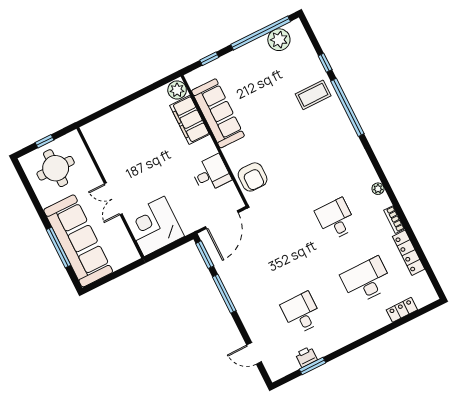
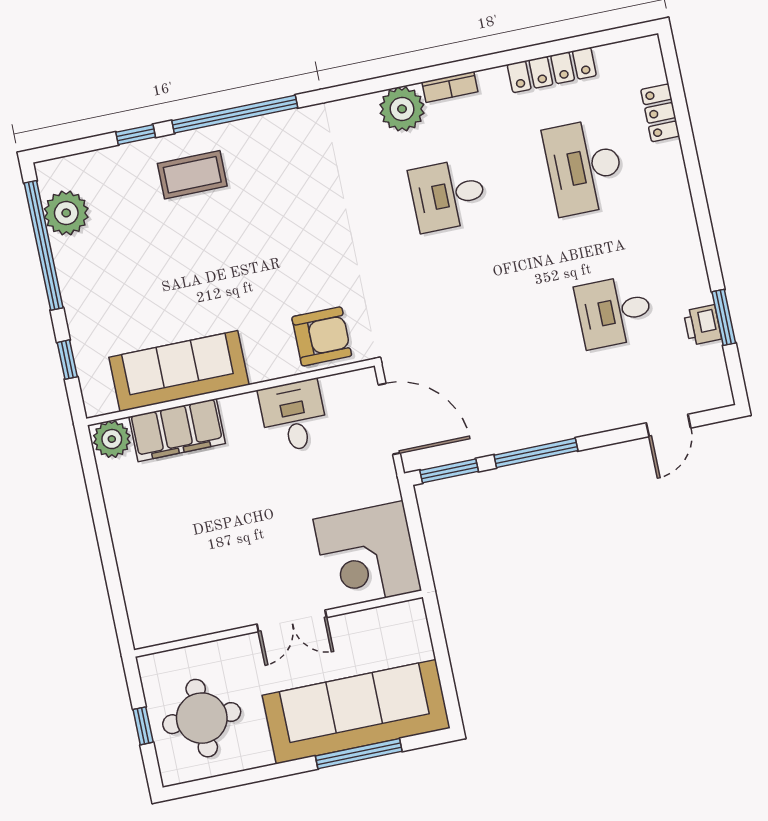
coffee table: (313, 95) -> (192, 175), turned 90
plant: (378, 189) -> (402, 109), width x1.88, depth x1.88
bookcase: (394, 220) -> (450, 87), moved

